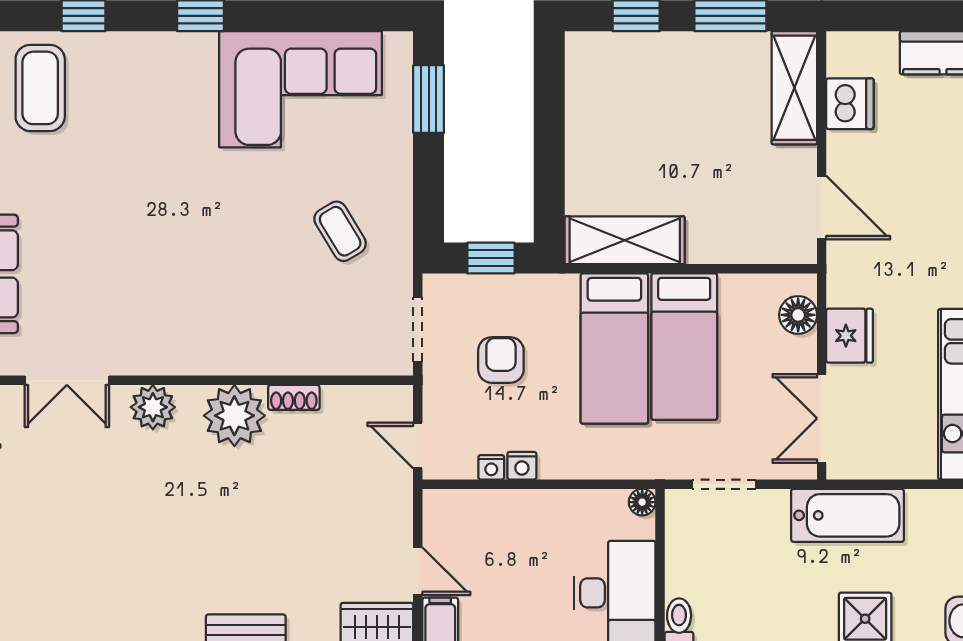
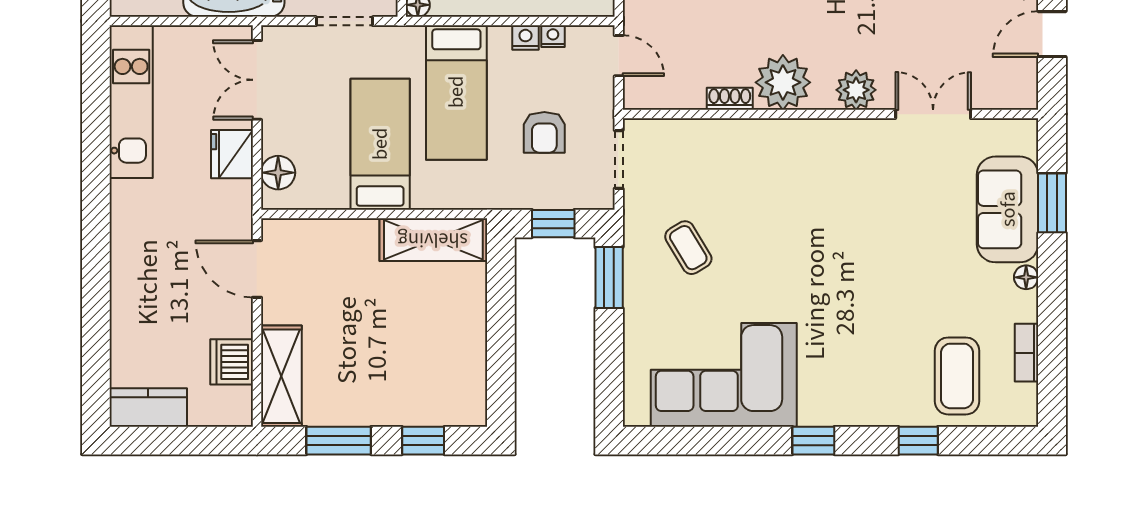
window: (429, 99) -> (609, 278), moved
bed: (614, 349) -> (456, 92), moved, turned 180
double door: (822, 418) -> (257, 80), swing flipped

